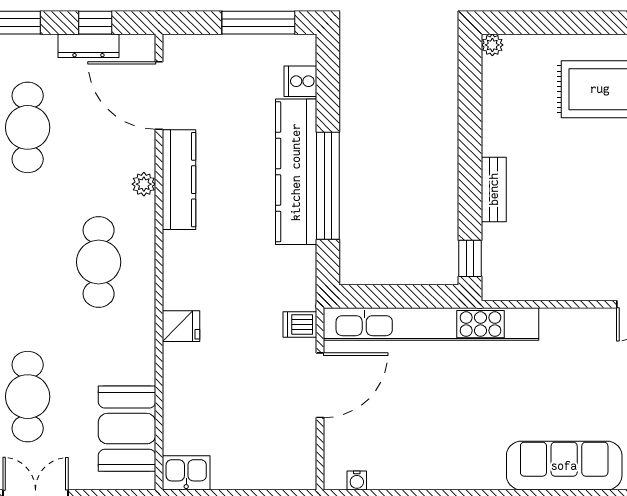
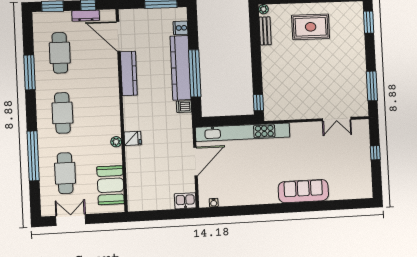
plant: (144, 184) -> (116, 142), moved
bench: (494, 189) -> (265, 31), moved
cafe table: (99, 262) -> (62, 113), moved
dishwasher: (300, 324) -> (184, 107), moved
kitchen sink: (186, 473) -> (185, 201), moved

